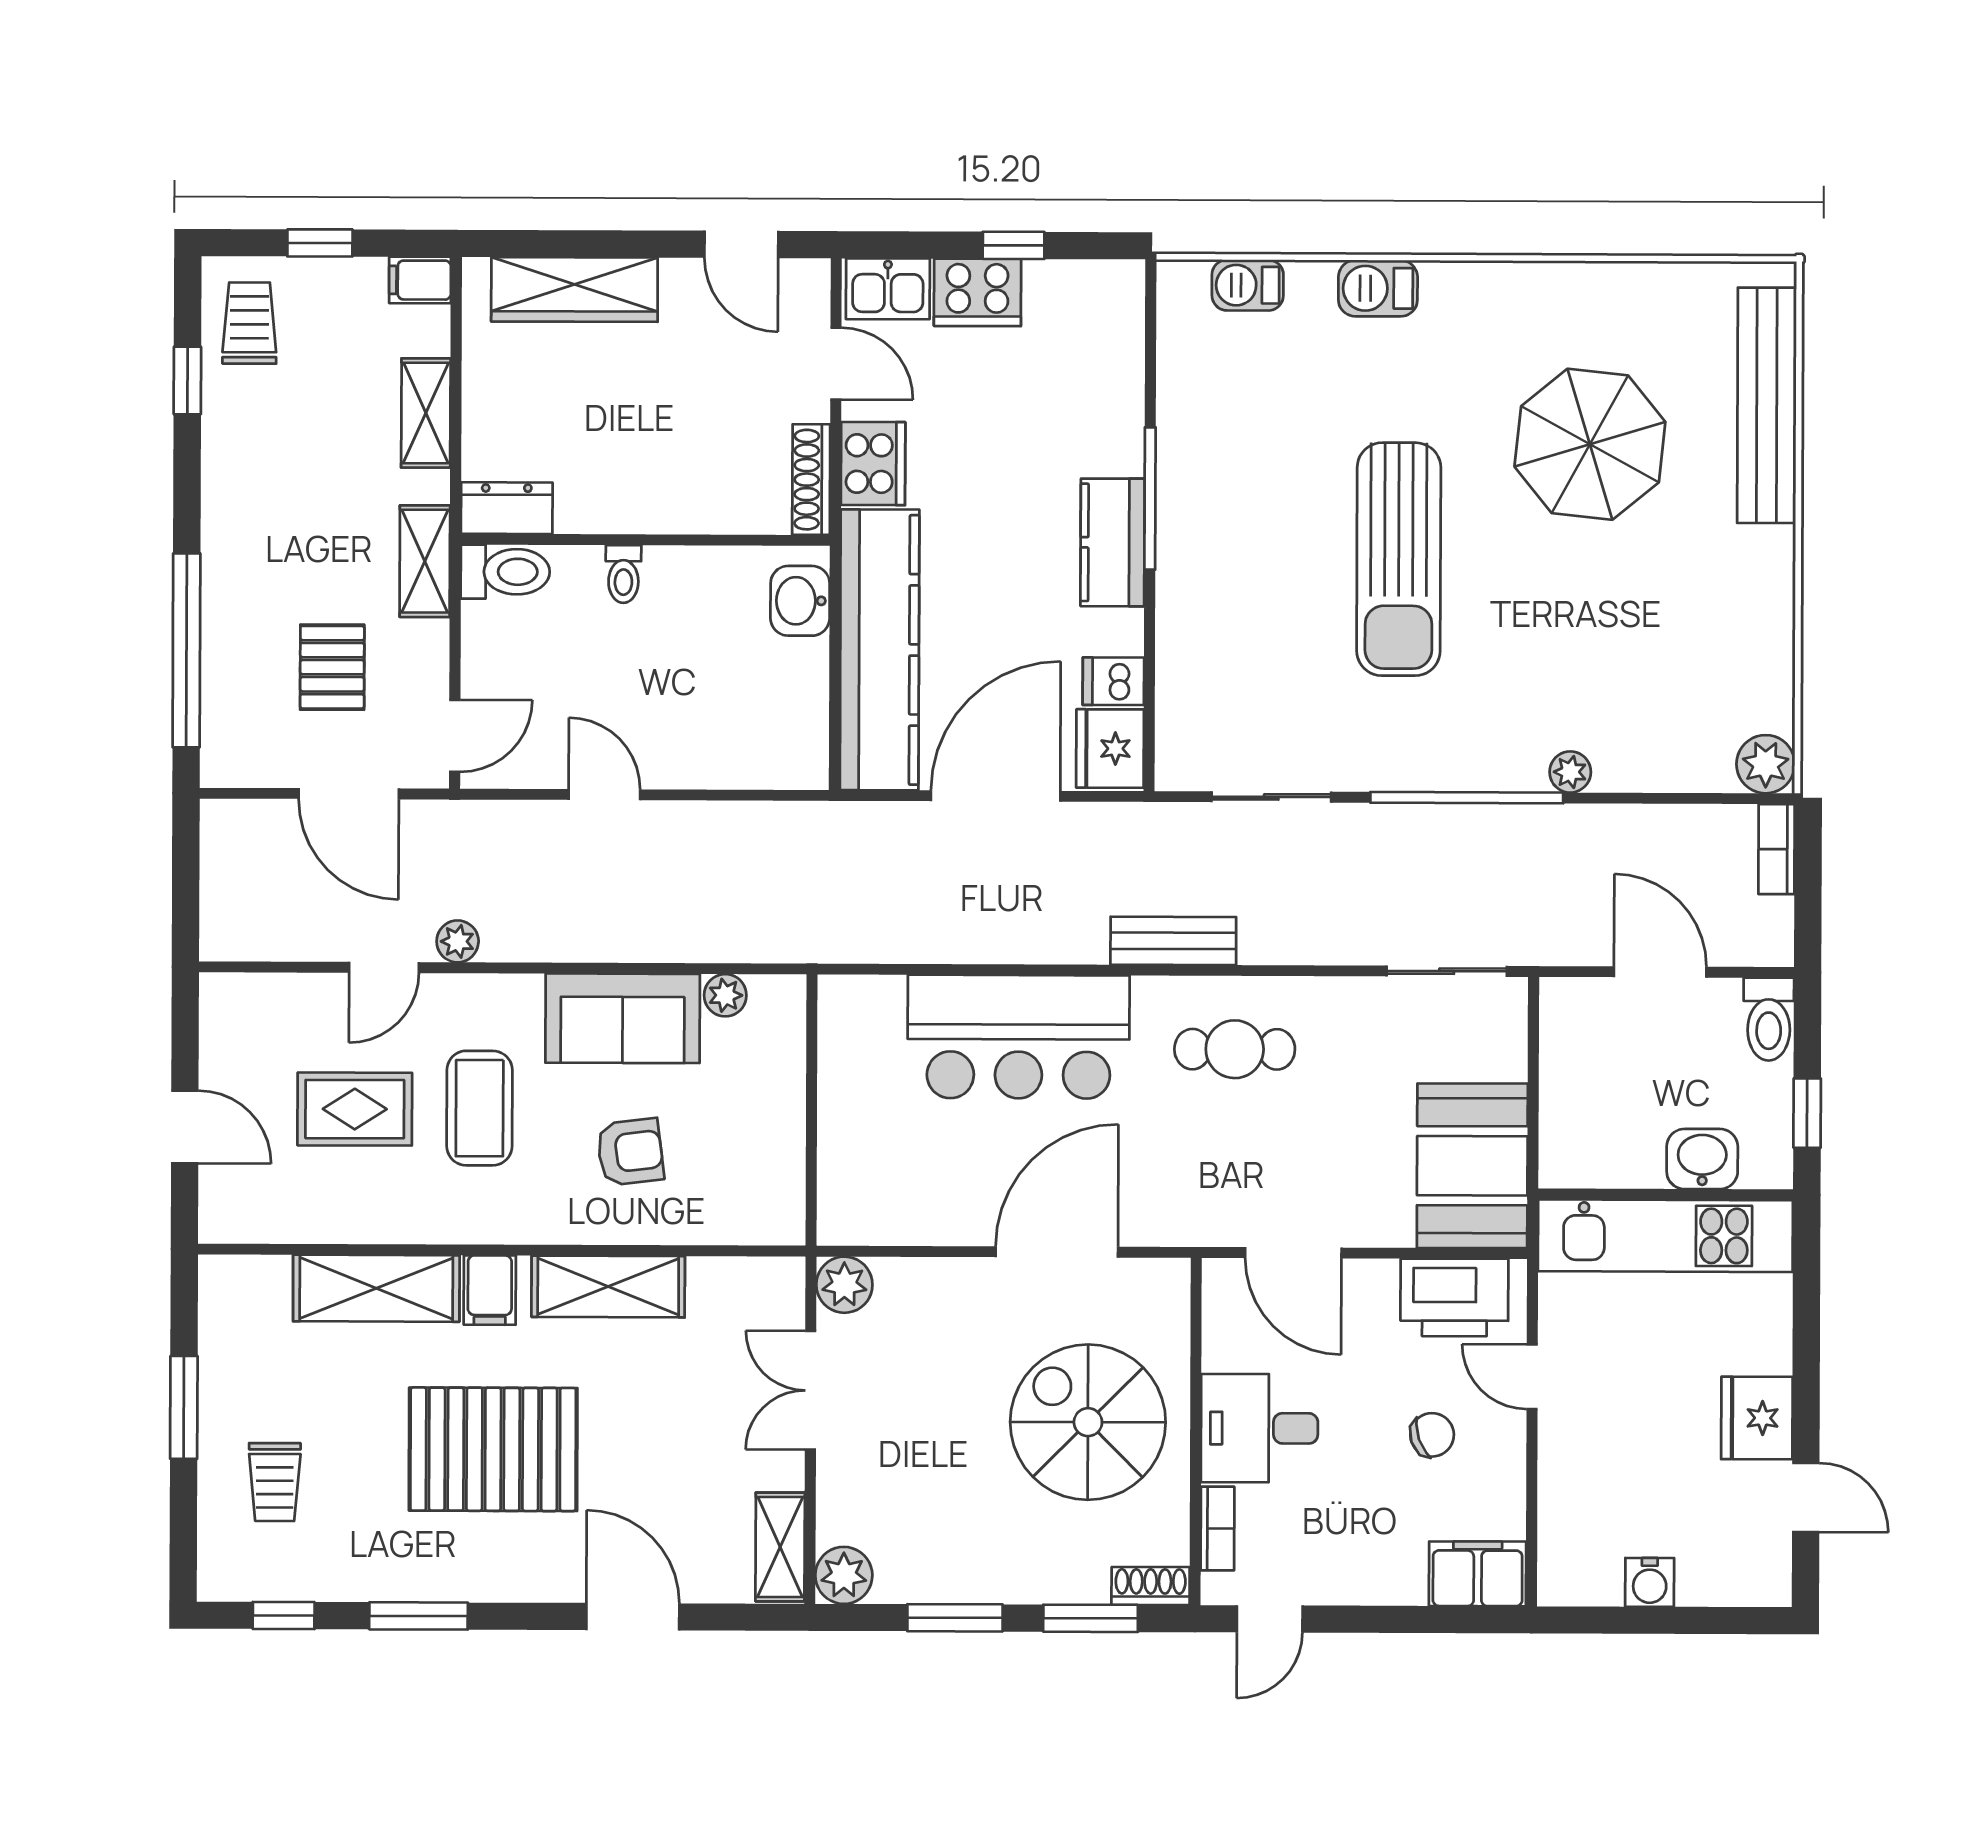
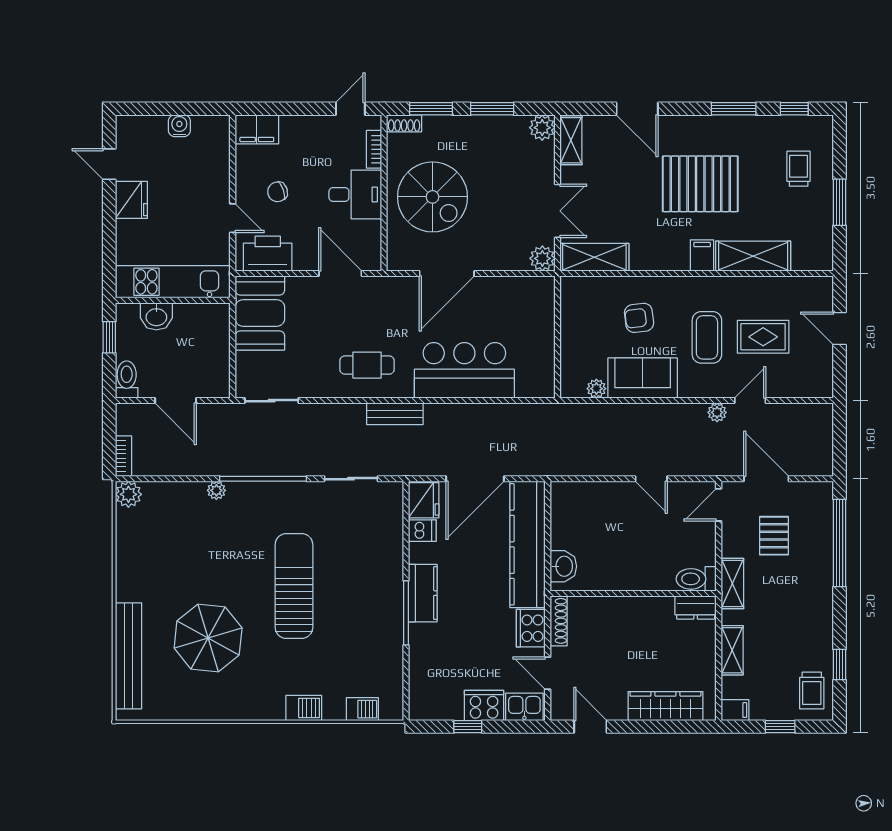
toilet: (623, 574) -> (643, 578), removed
shelving: (608, 1286) -> (594, 257), moved

